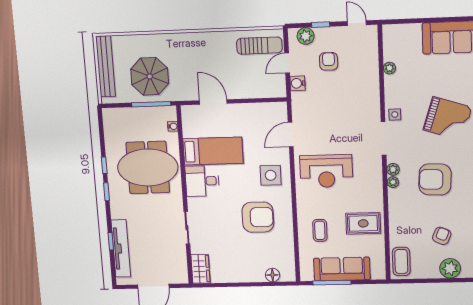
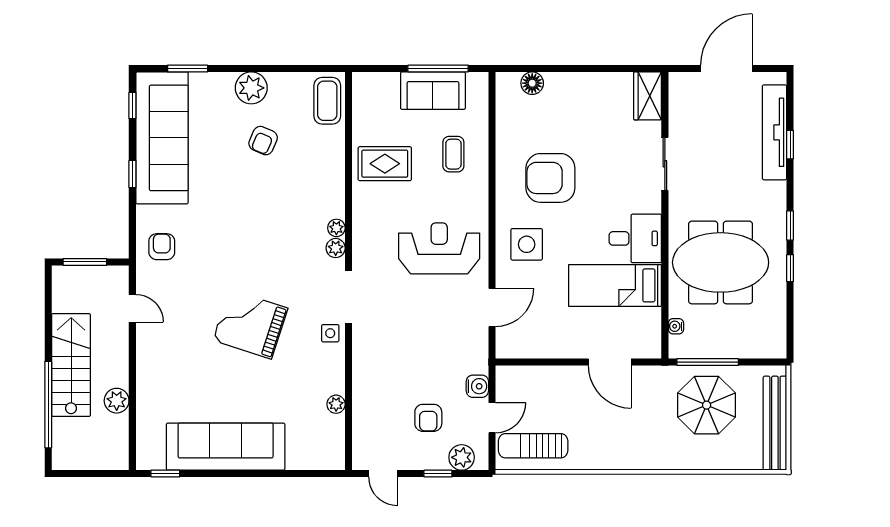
armchair: (435, 179) -> (271, 230), removed
sofa: (342, 269) -> (433, 91), width x0.73

